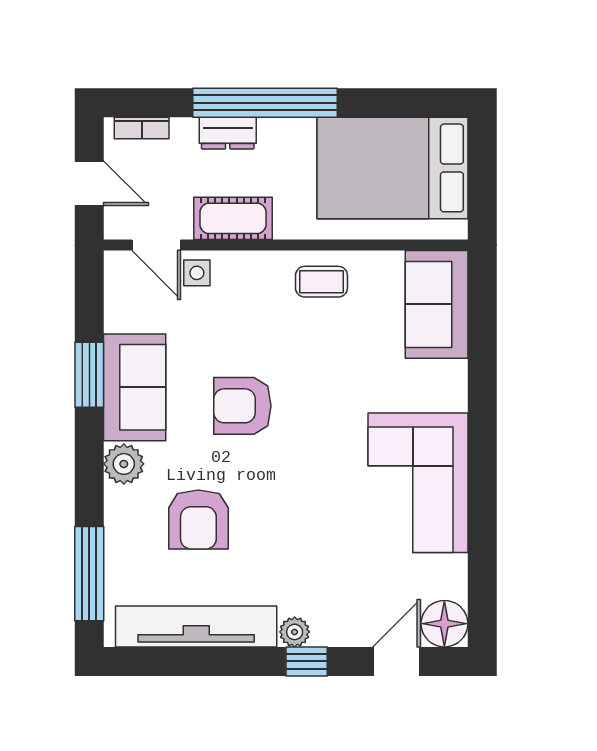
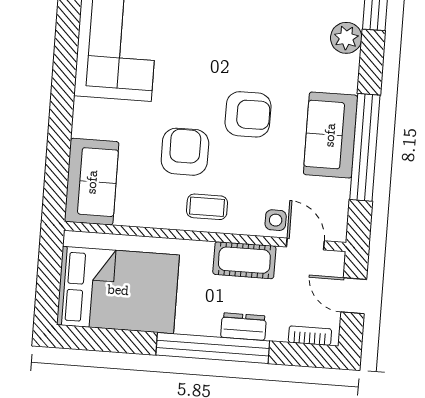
coffee table: (321, 282) -> (207, 207), moved
window: (89, 375) -> (365, 147), width x2.11
plant: (124, 464) -> (346, 38), moved
armchair: (198, 520) -> (185, 152), moved

